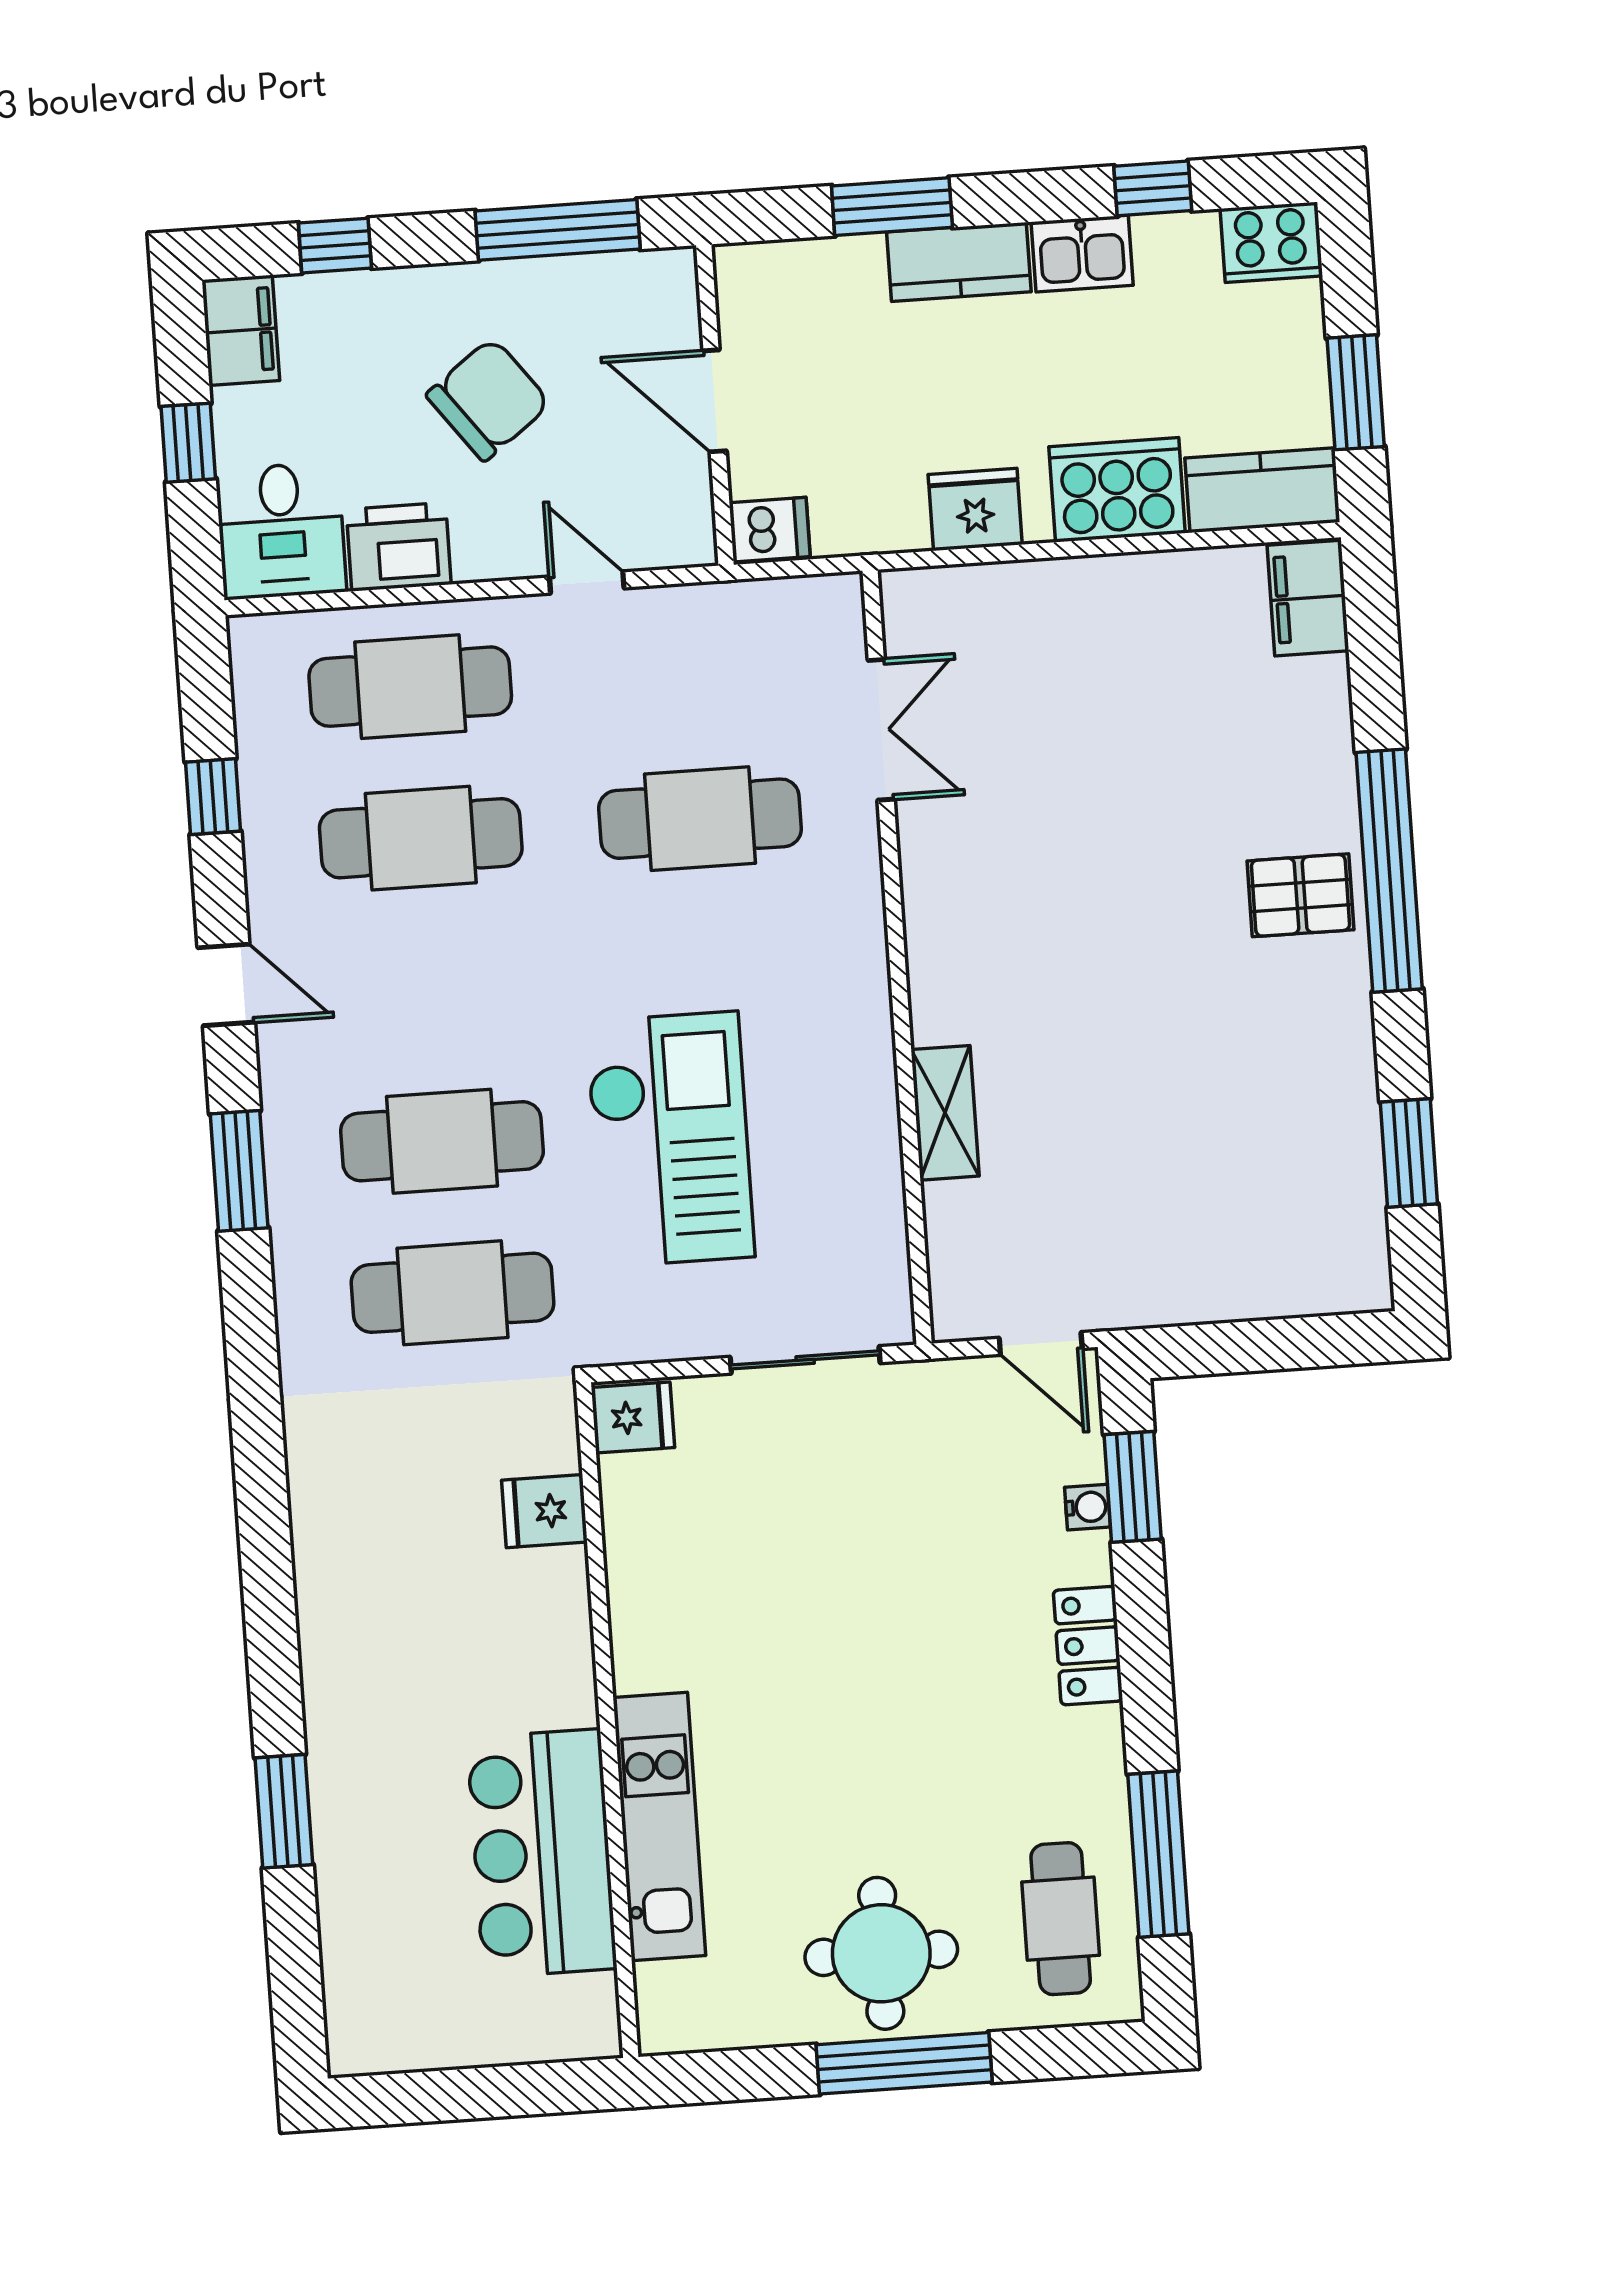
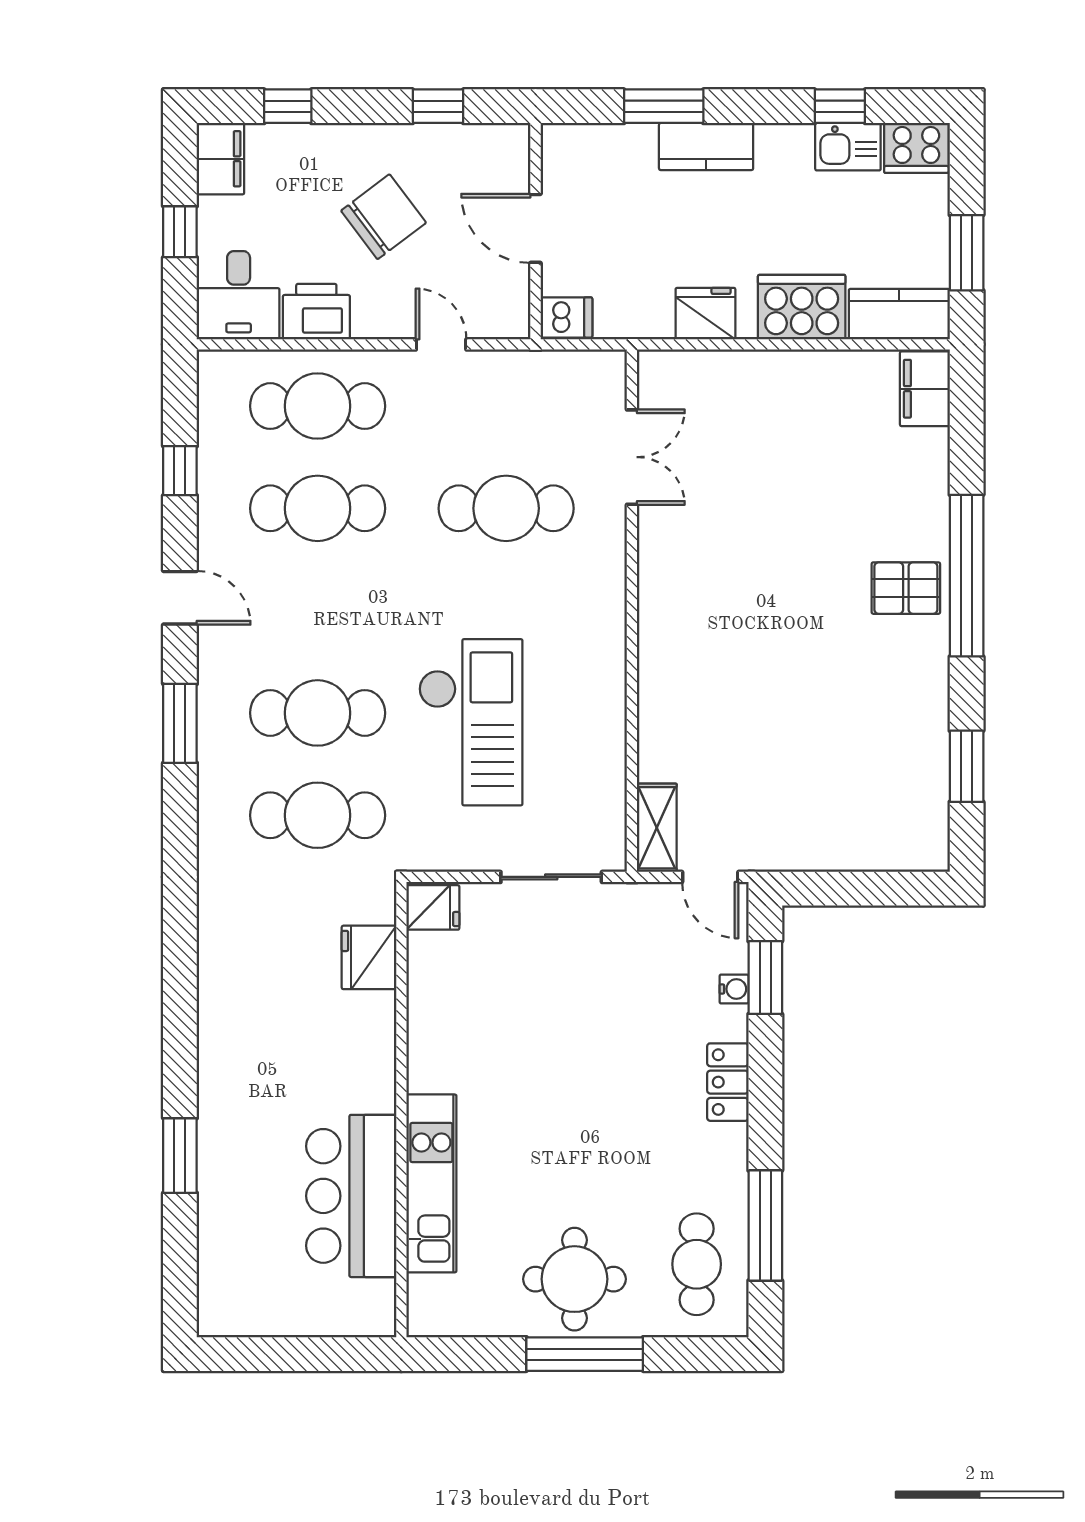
window: (558, 230) -> (438, 106), width x0.46
kitchen sink: (1082, 254) -> (848, 147), moved
shelving: (945, 1113) -> (657, 828), moved
fridge: (544, 1511) -> (369, 957), width x1.38

